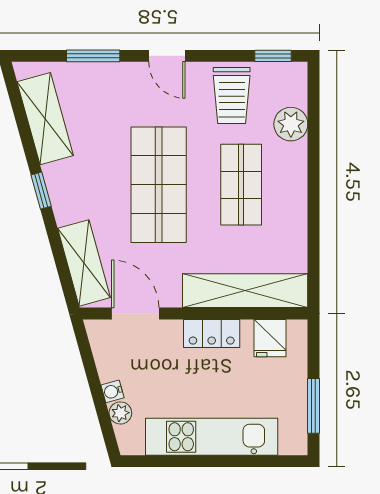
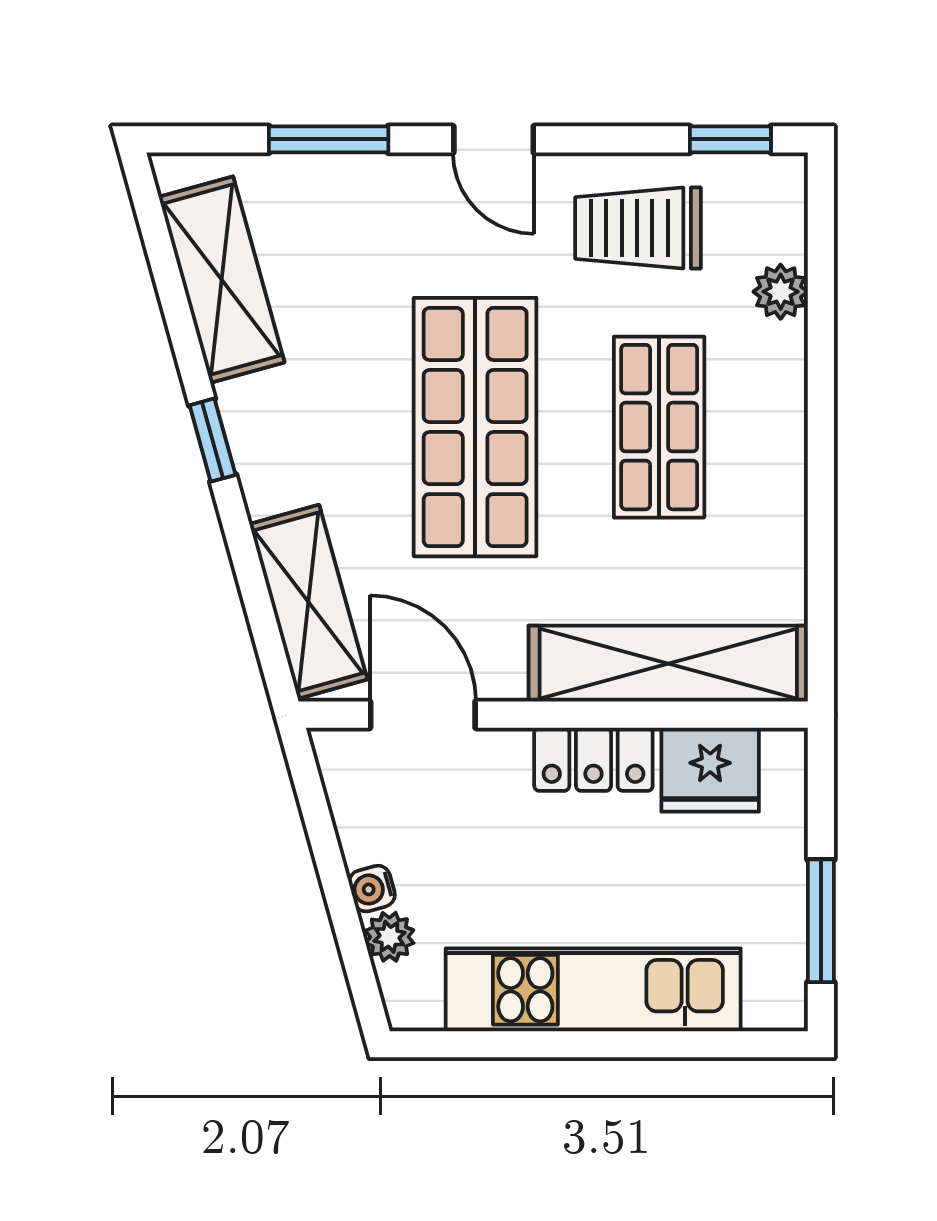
trolley: (232, 96) -> (638, 228), turned 90
plant: (291, 124) -> (781, 292), width x0.73, depth x0.73
fridge: (270, 338) -> (710, 770), width x1.38

